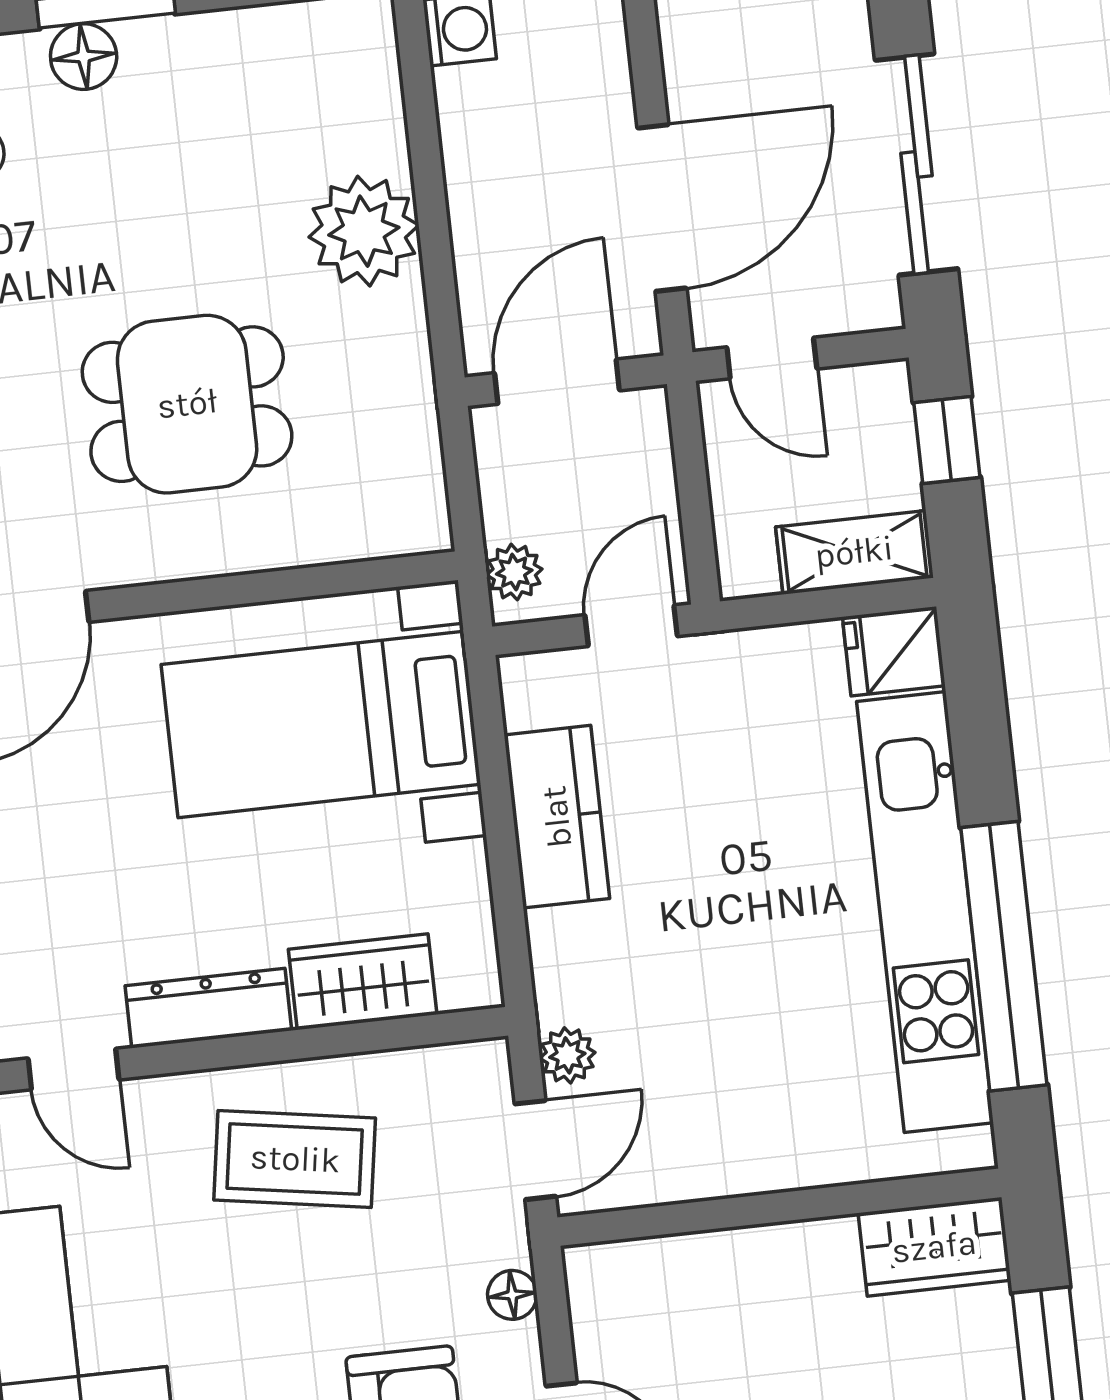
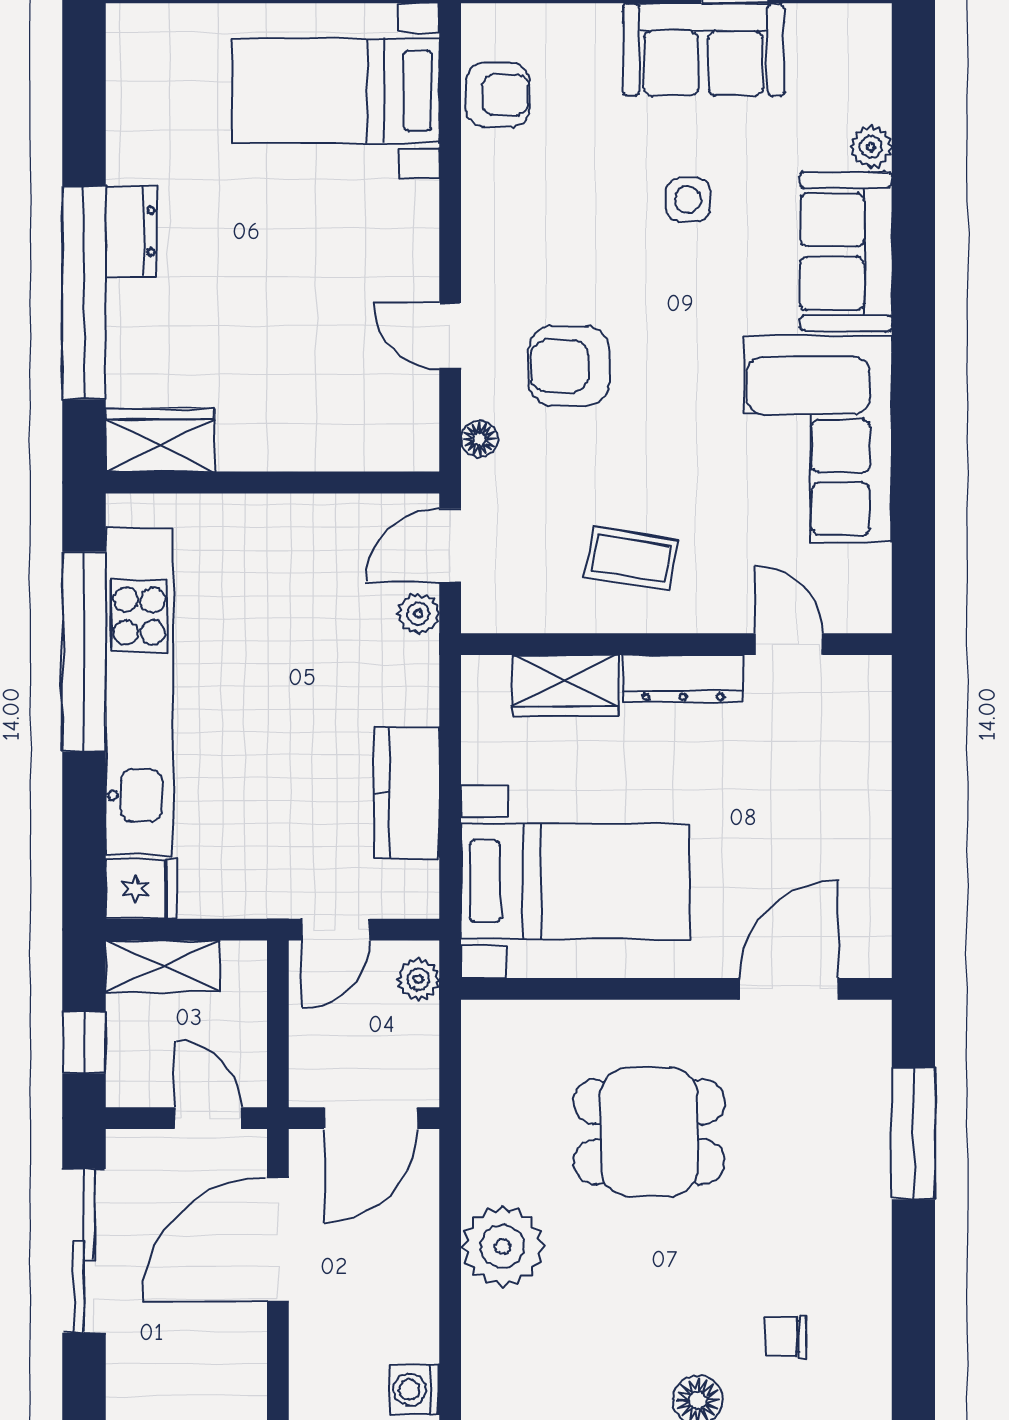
coffee table: (295, 1159) -> (631, 559), width x0.73, depth x0.77

